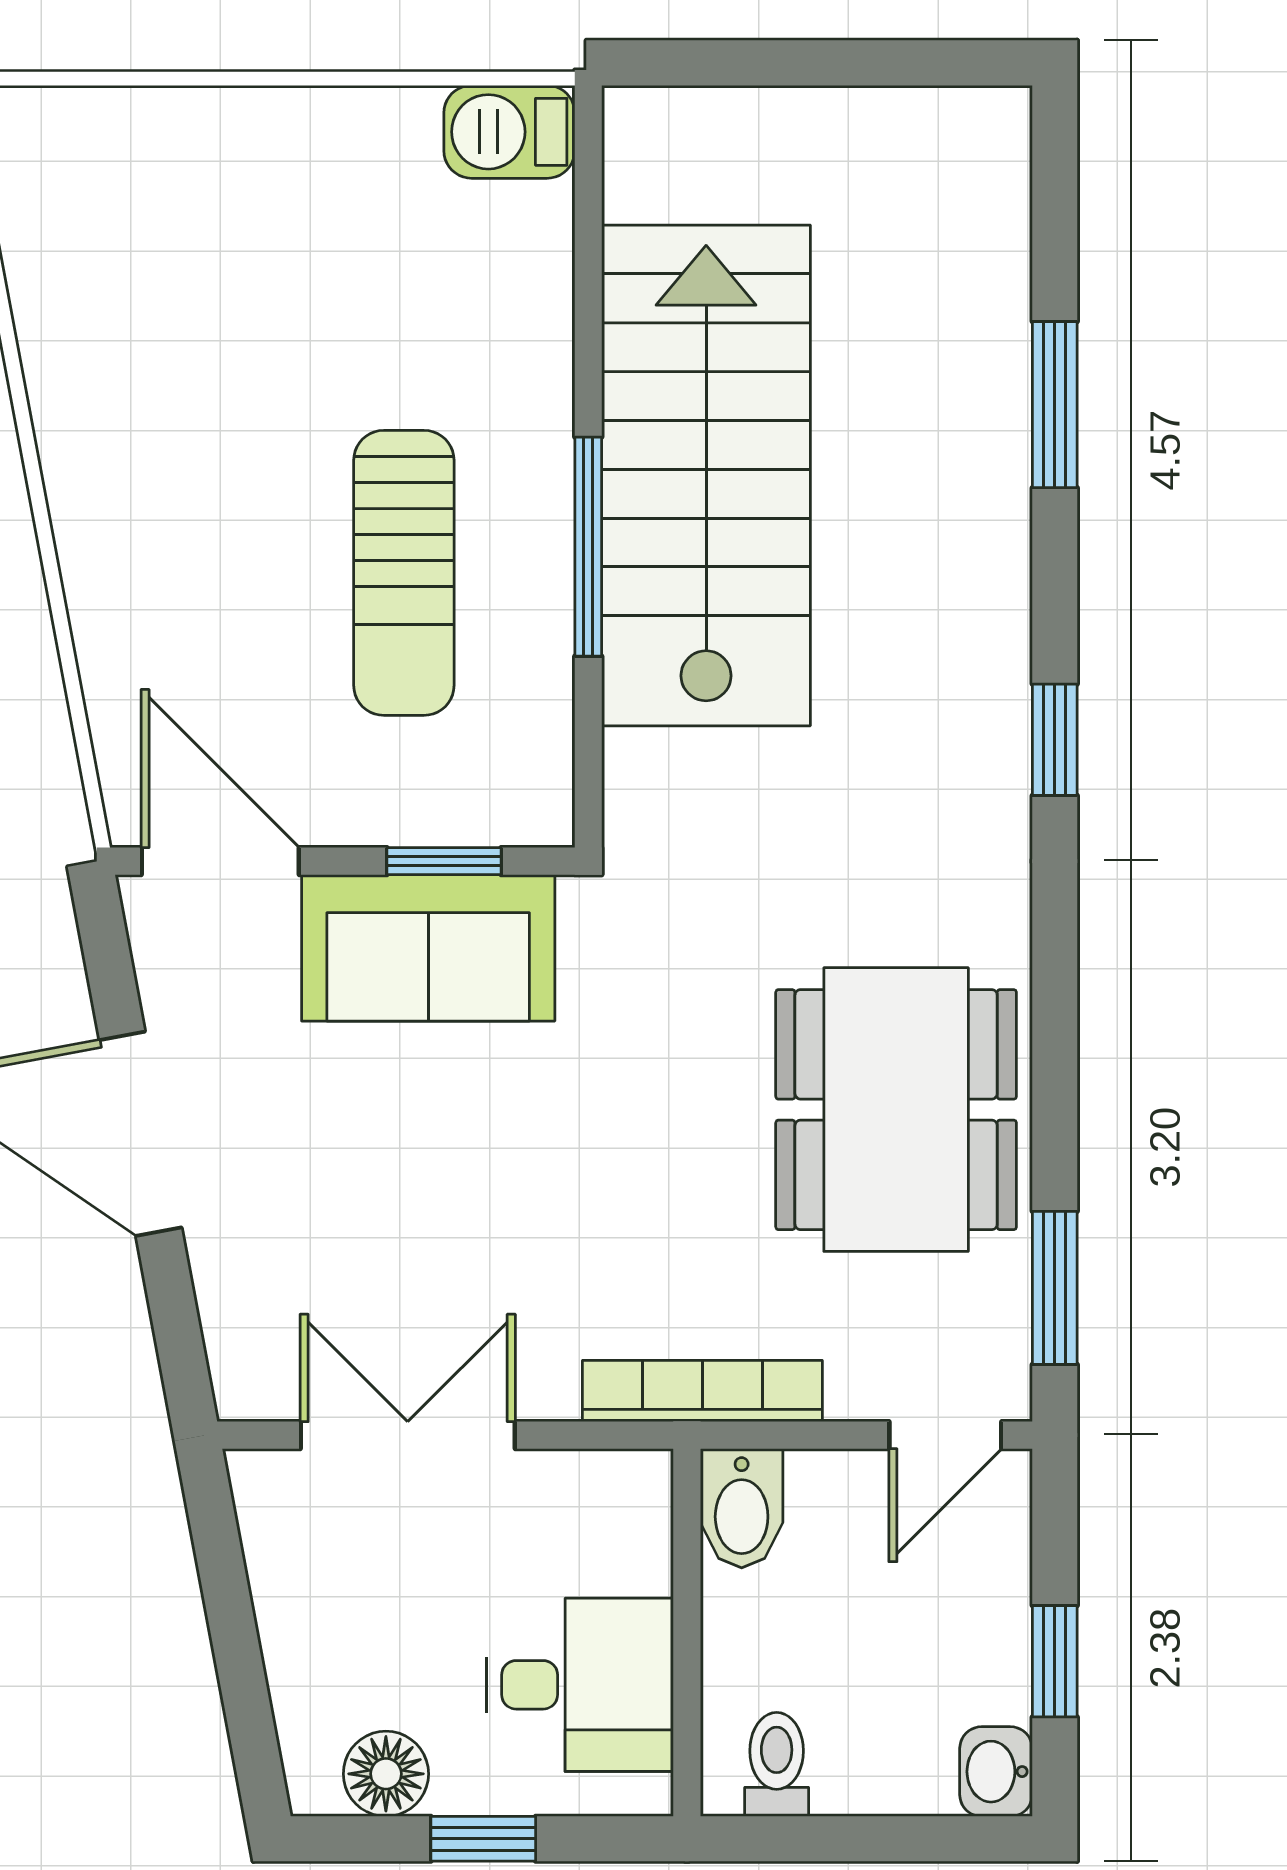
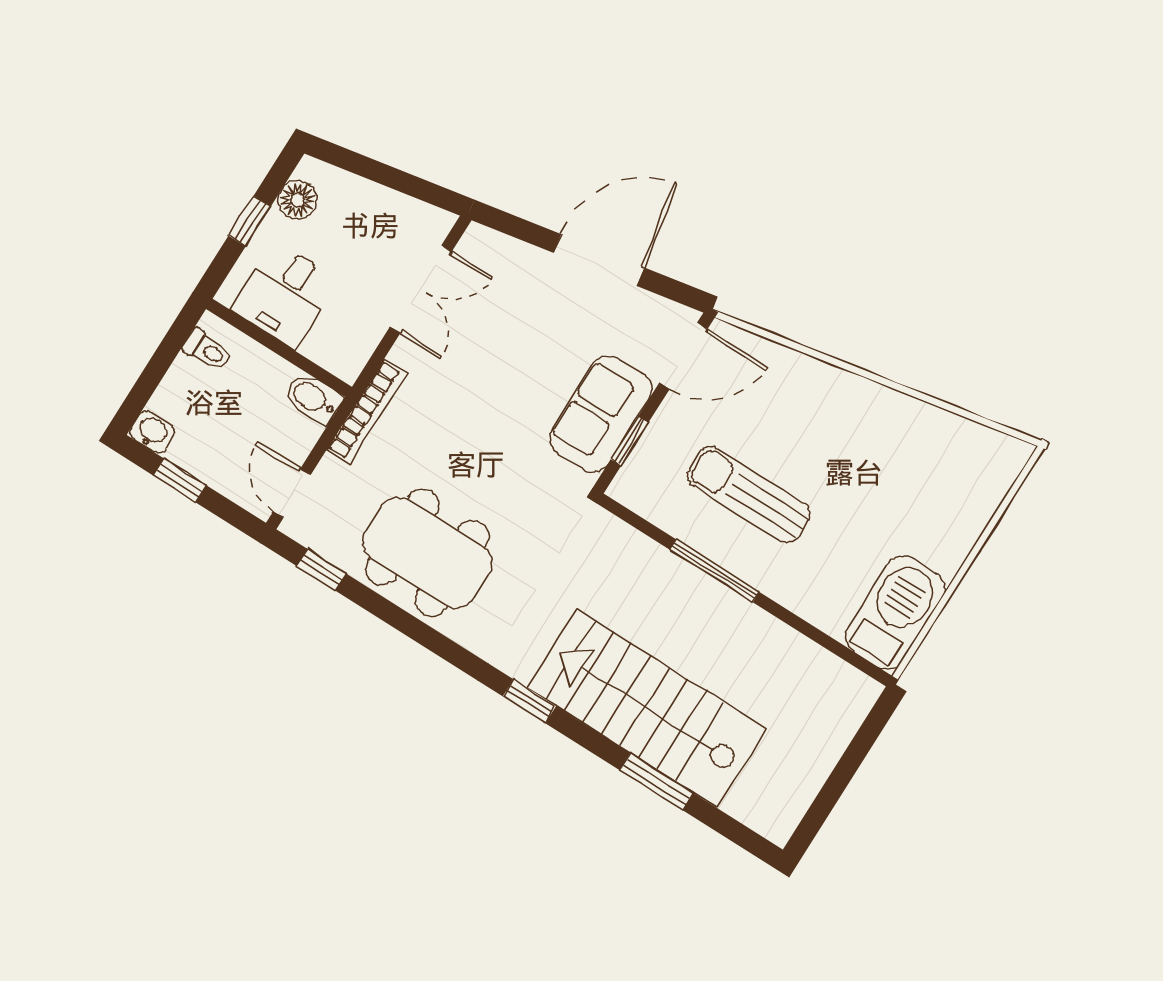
barbecue: (509, 132) -> (895, 612), width x1.88, depth x1.53
stairs: (706, 475) -> (647, 708), moved, turned 180
window: (1055, 1288) -> (322, 570), width x0.67

